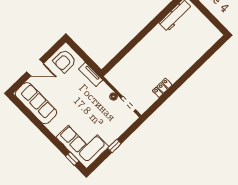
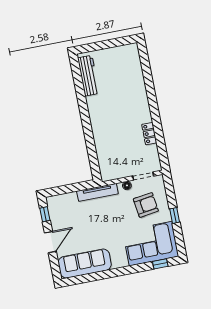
window: (53, 50) -> (45, 214), added
armchair: (65, 61) -> (146, 205), moved, turned -98
tv unit: (91, 75) -> (97, 192), width x1.41

